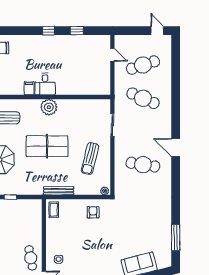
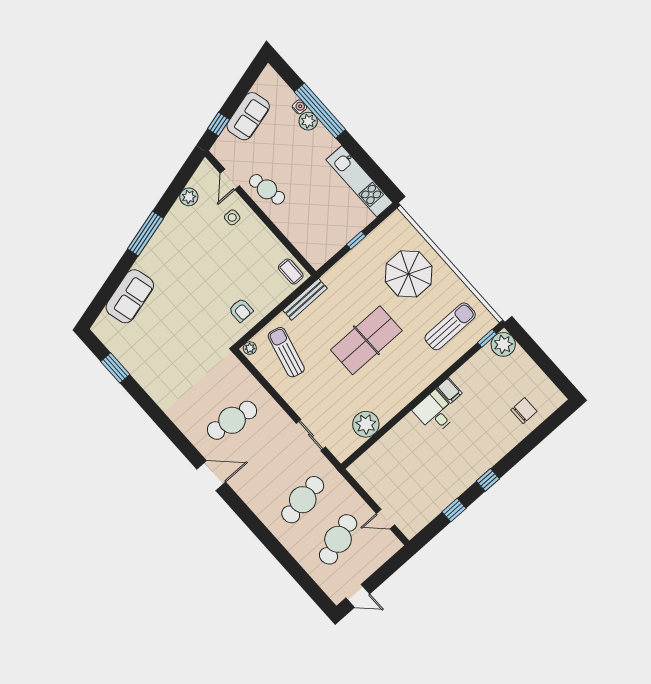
cafe table: (143, 98) -> (303, 500), turned -33
plant: (49, 107) -> (366, 424), moved
sun lounger: (90, 159) -> (286, 352), moved
window: (176, 238) -> (115, 368), width x0.69

